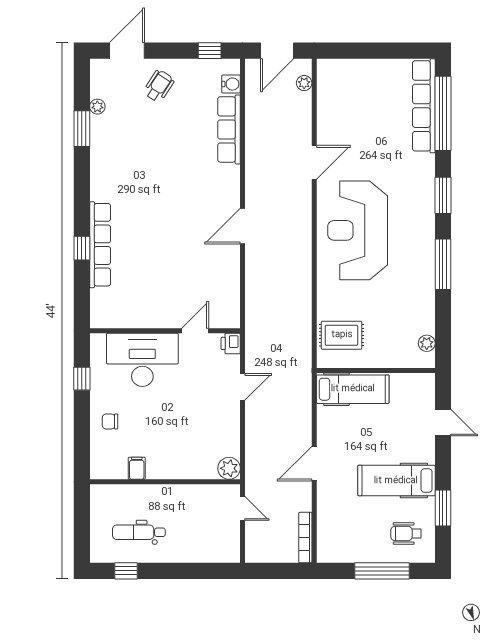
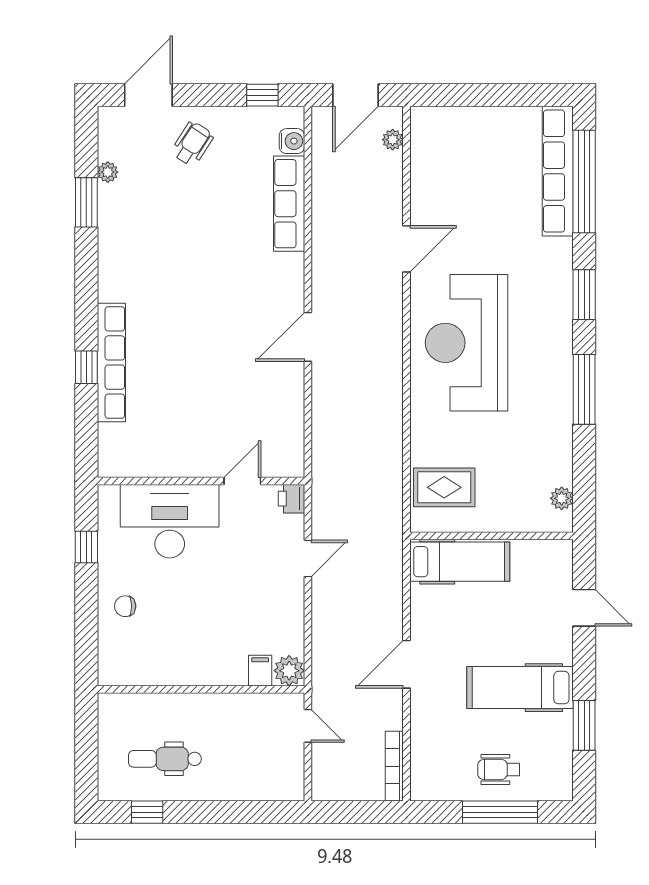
filing cabinet: (137, 468) -> (260, 671), moved
wheelchair: (406, 533) -> (499, 770), moved

